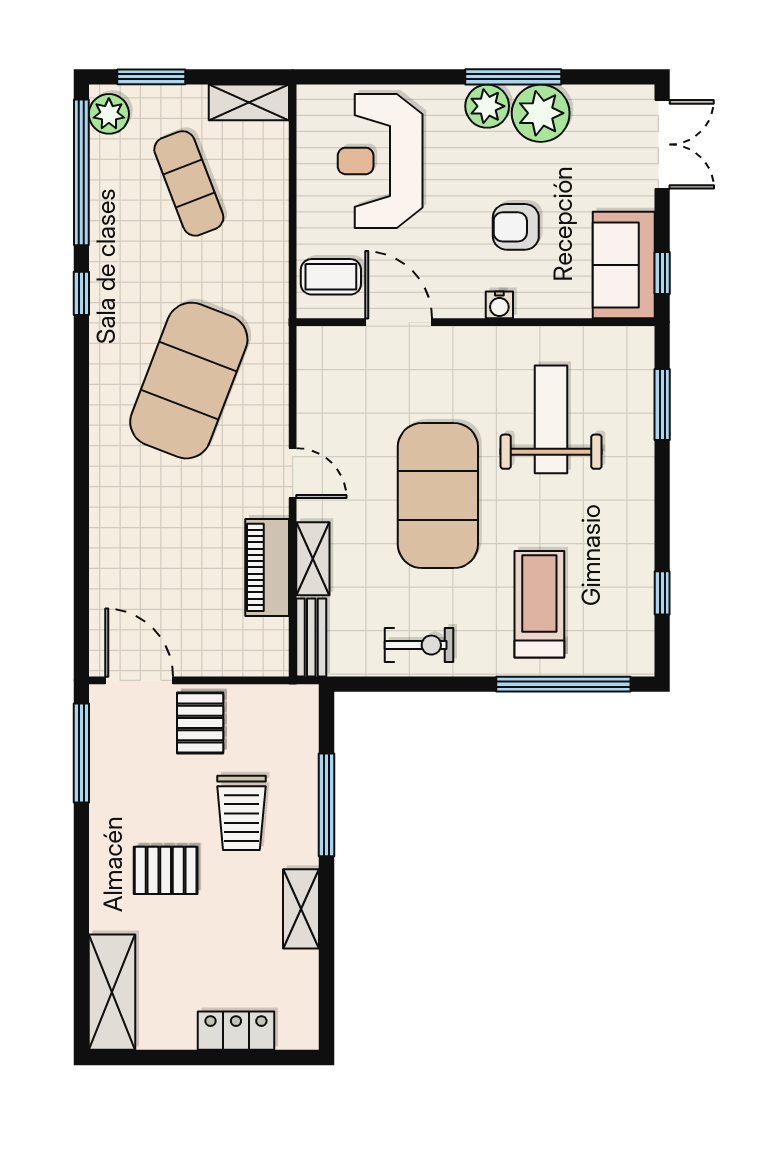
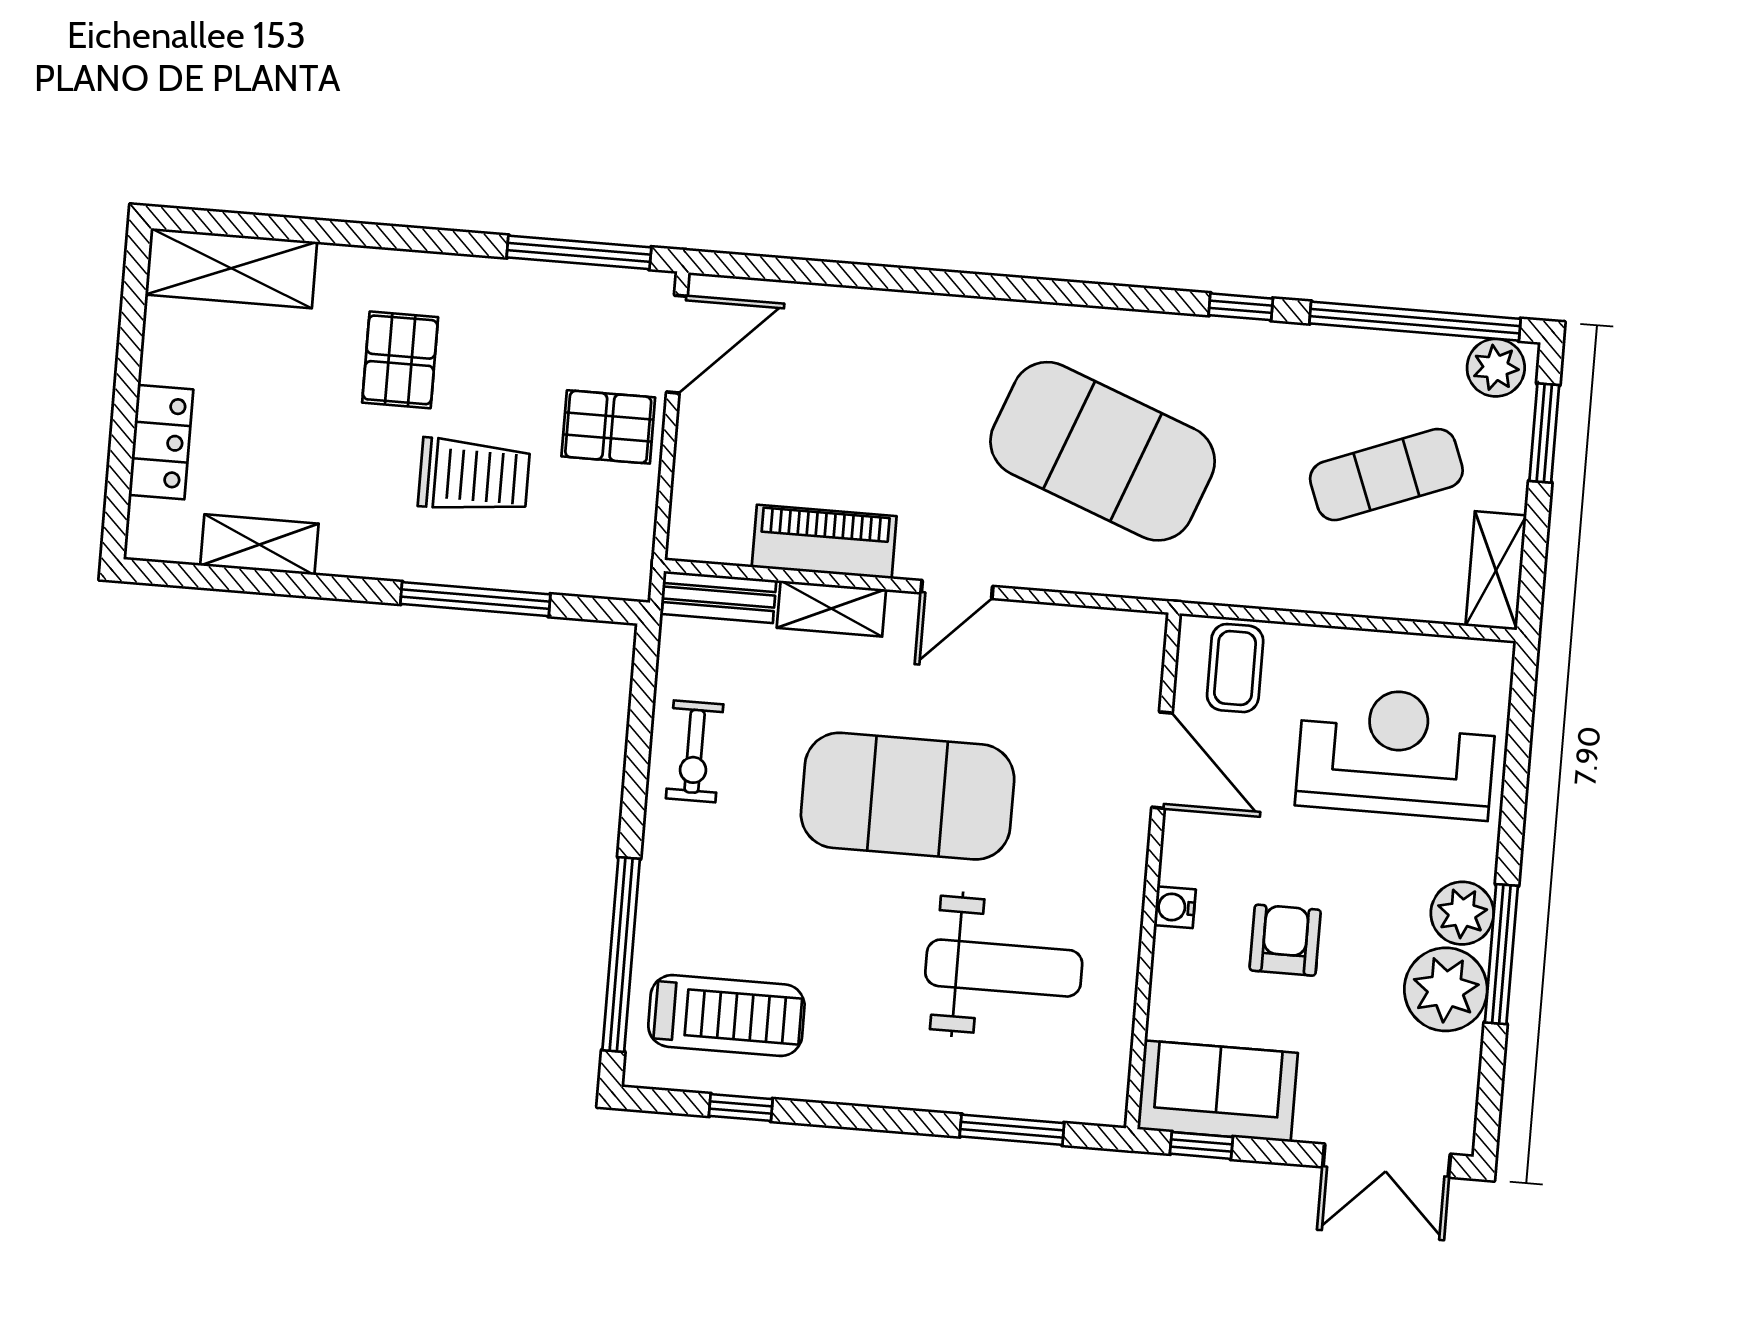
door: (399, 322) -> (1162, 760), hinge flipped
treadmill: (539, 604) -> (726, 1016), moved
trolley: (241, 813) -> (474, 476), turned 180
shelving: (301, 909) -> (259, 545), moved

